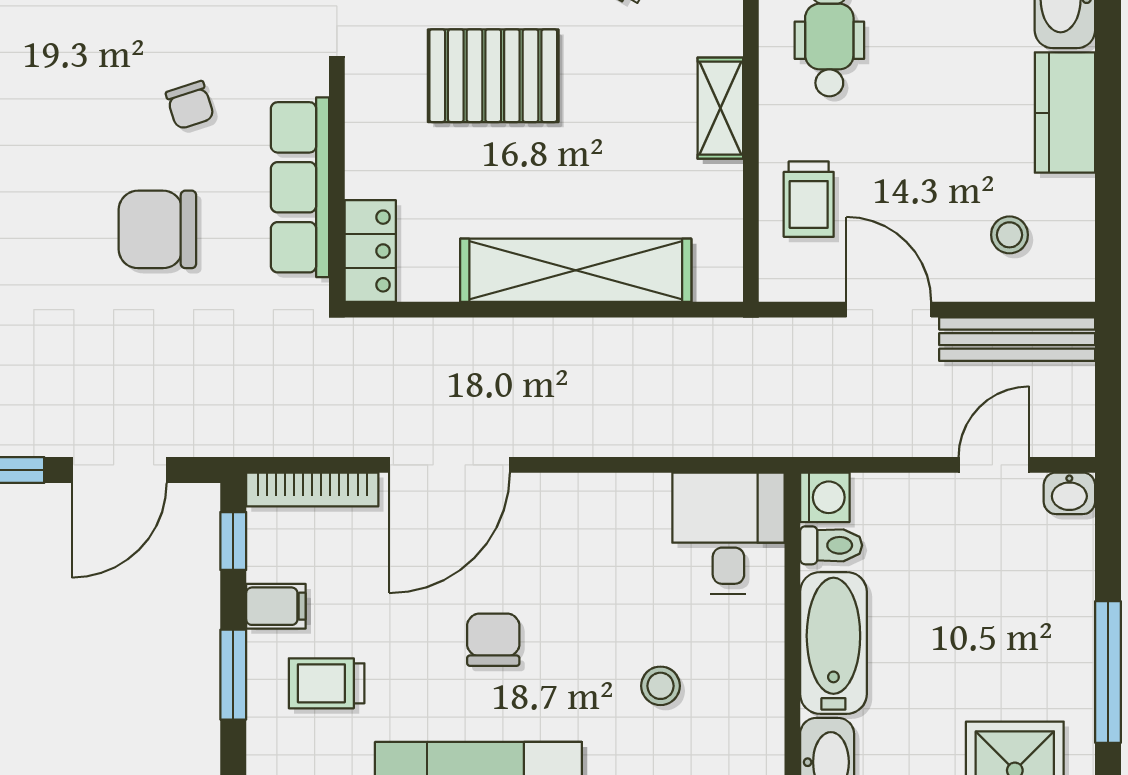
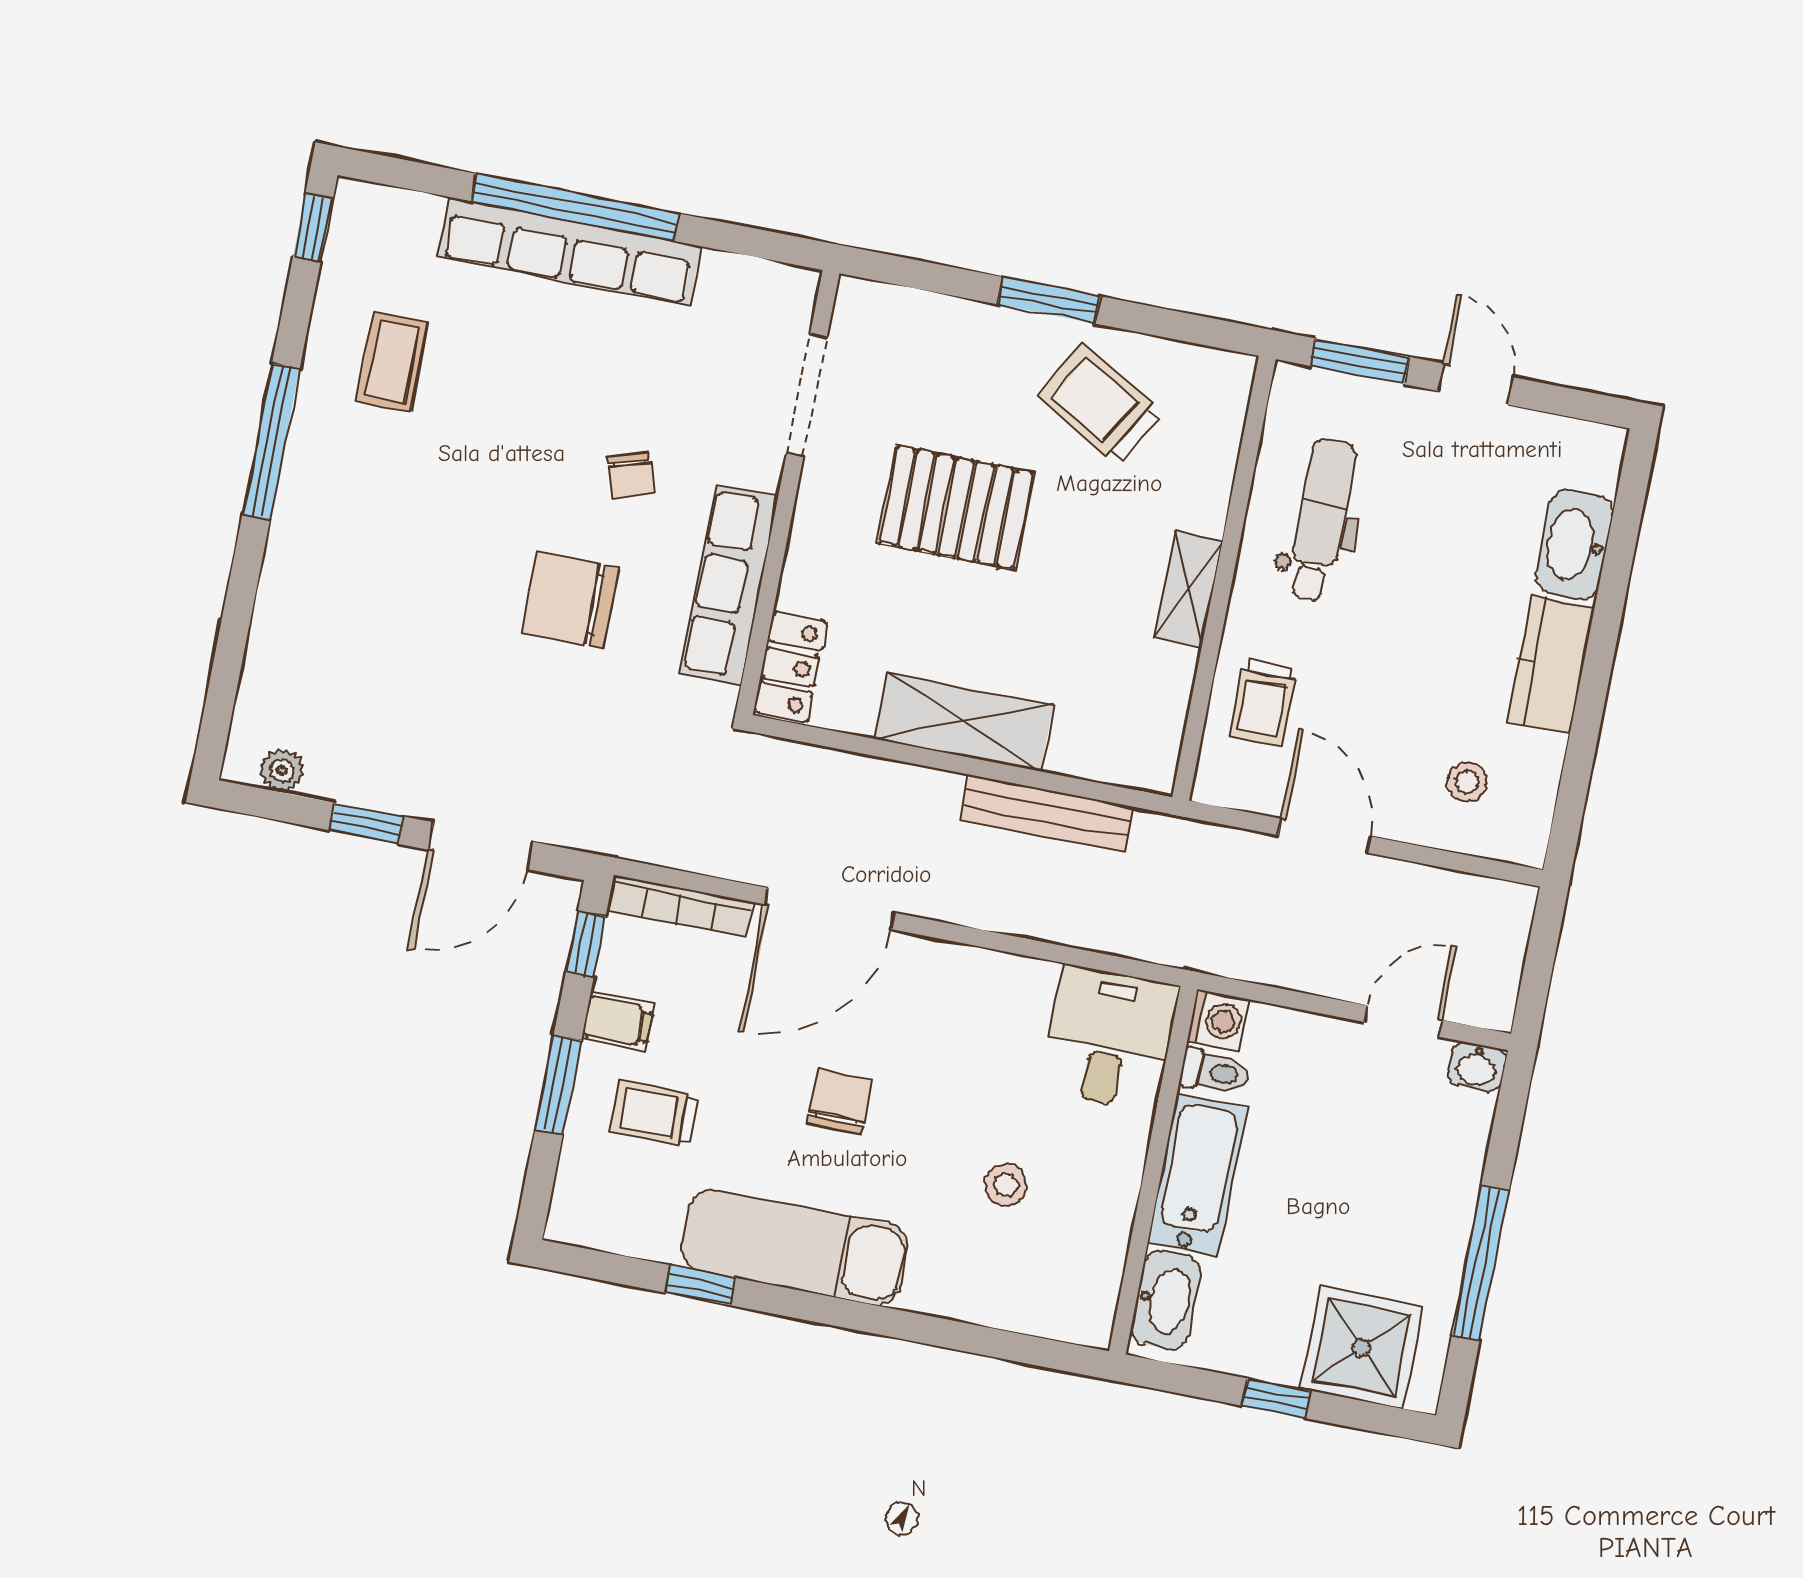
shelving: (576, 270) -> (964, 722), width x0.68
bench: (1017, 339) -> (1047, 814), moved

